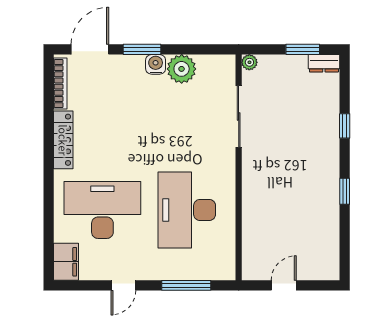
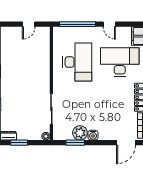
window: (142, 49) -> (75, 143), moved
desk: (102, 210) -> (120, 62), turned 180
door: (123, 285) -> (109, 24), swing flipped
window: (186, 285) -> (78, 24), width x1.46

